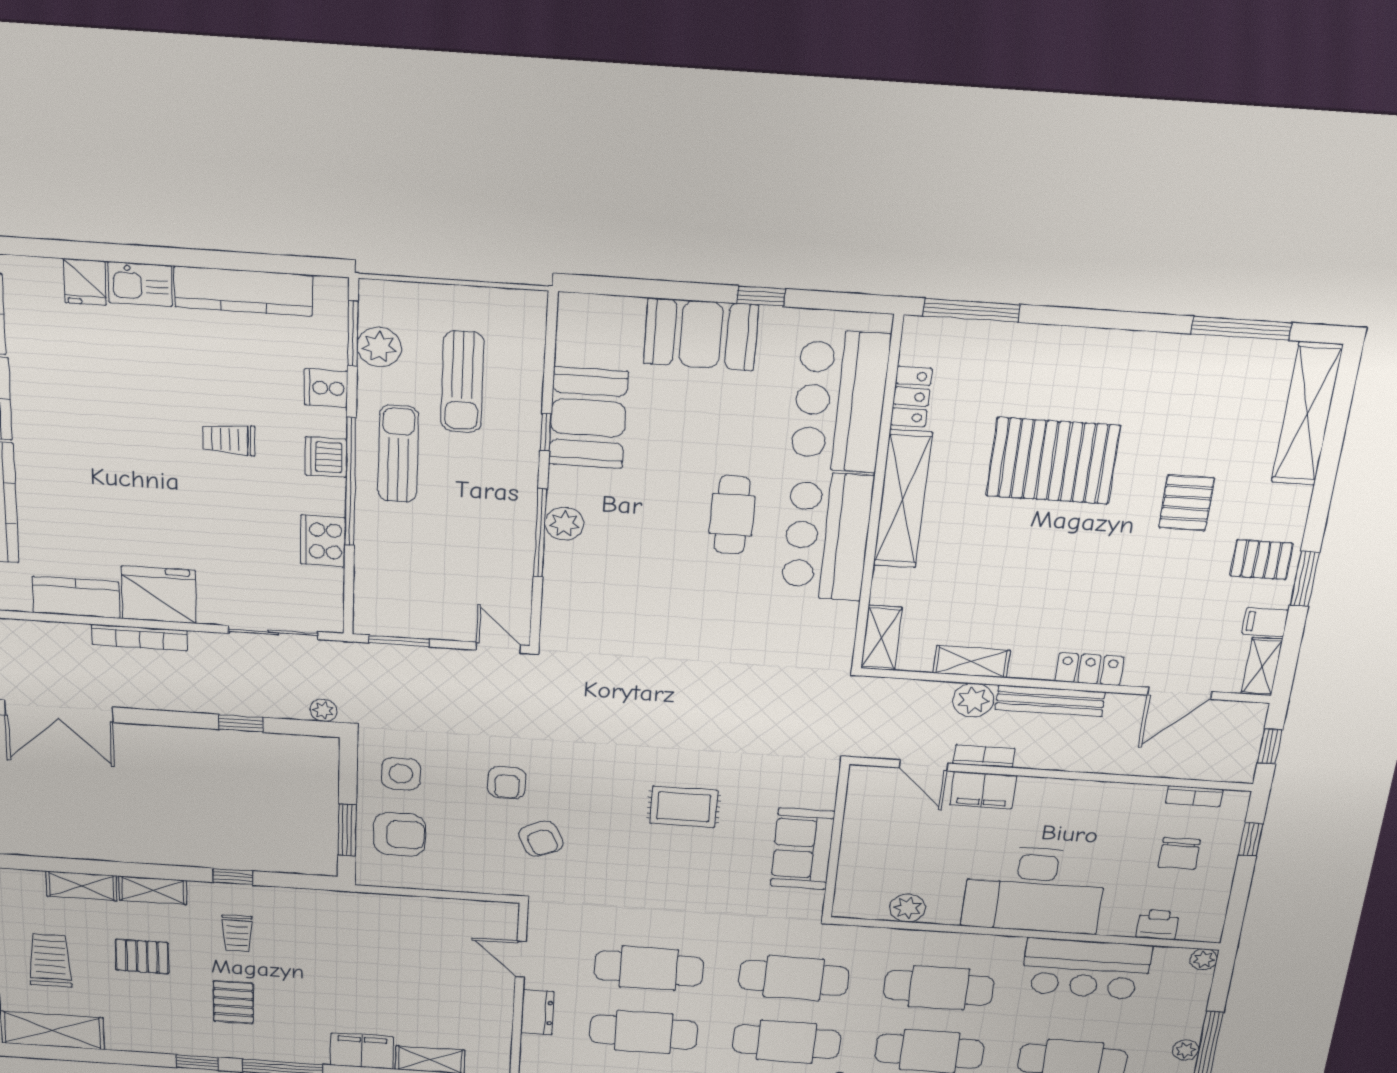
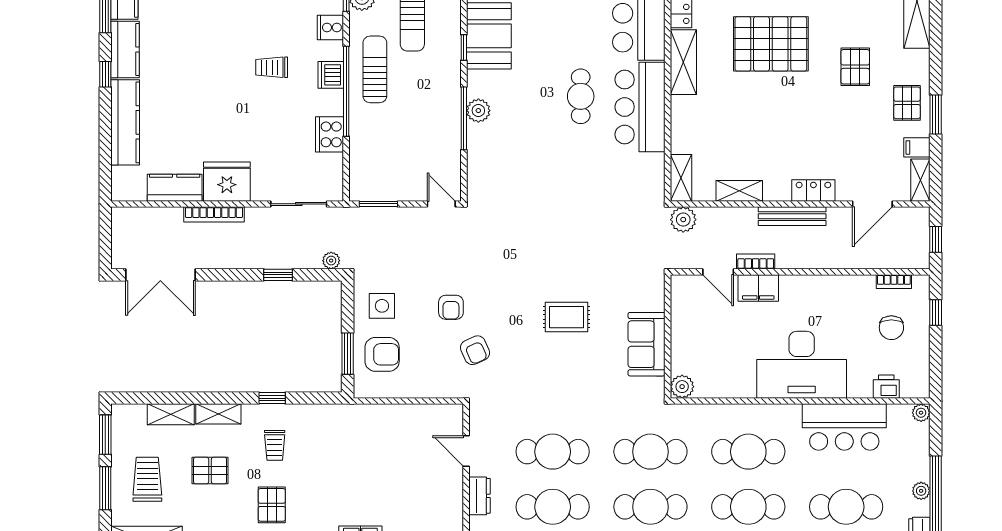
shelving: (903, 499) -> (683, 62), width x0.68
pallet: (1261, 560) -> (907, 103), turned 90
plant: (973, 700) -> (683, 220), moved
plant: (908, 908) -> (682, 387), moved

